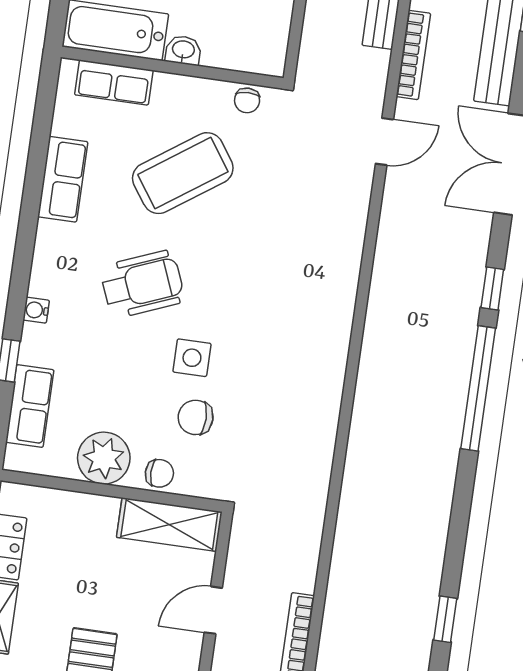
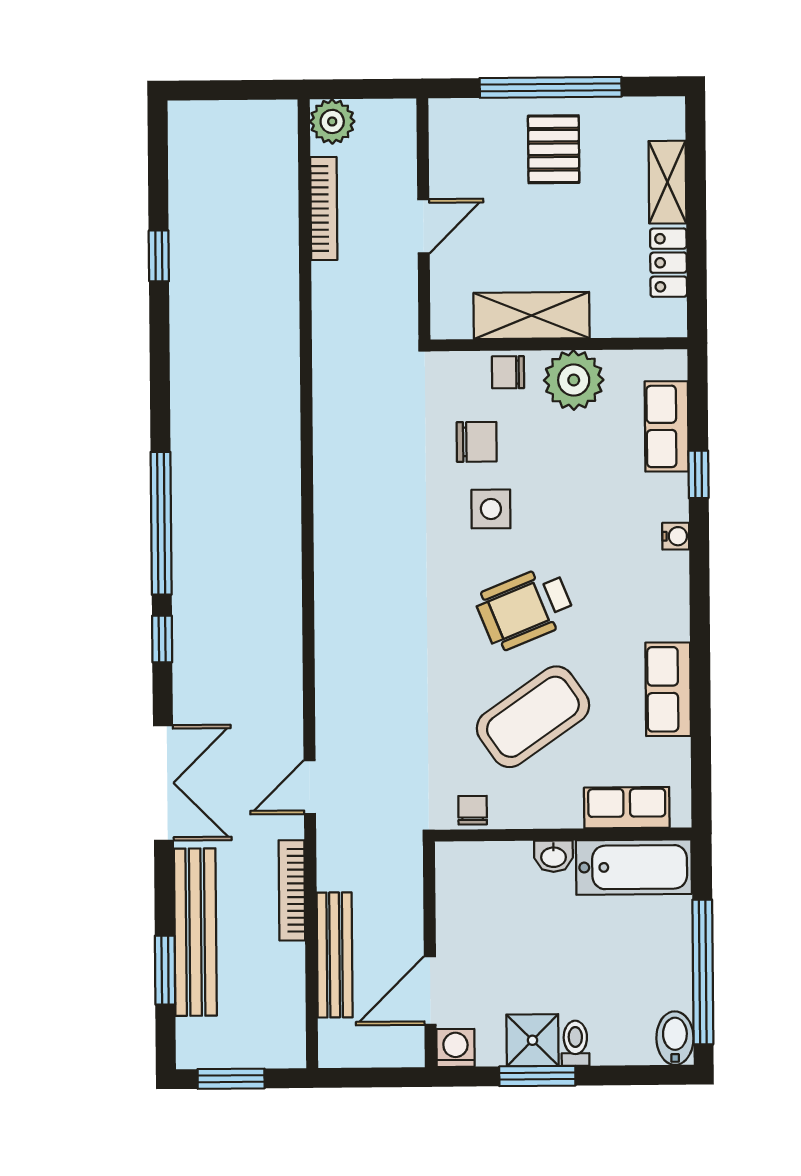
wheelchair: (142, 284) -> (525, 608), moved
shelving: (169, 525) -> (531, 315), moved

